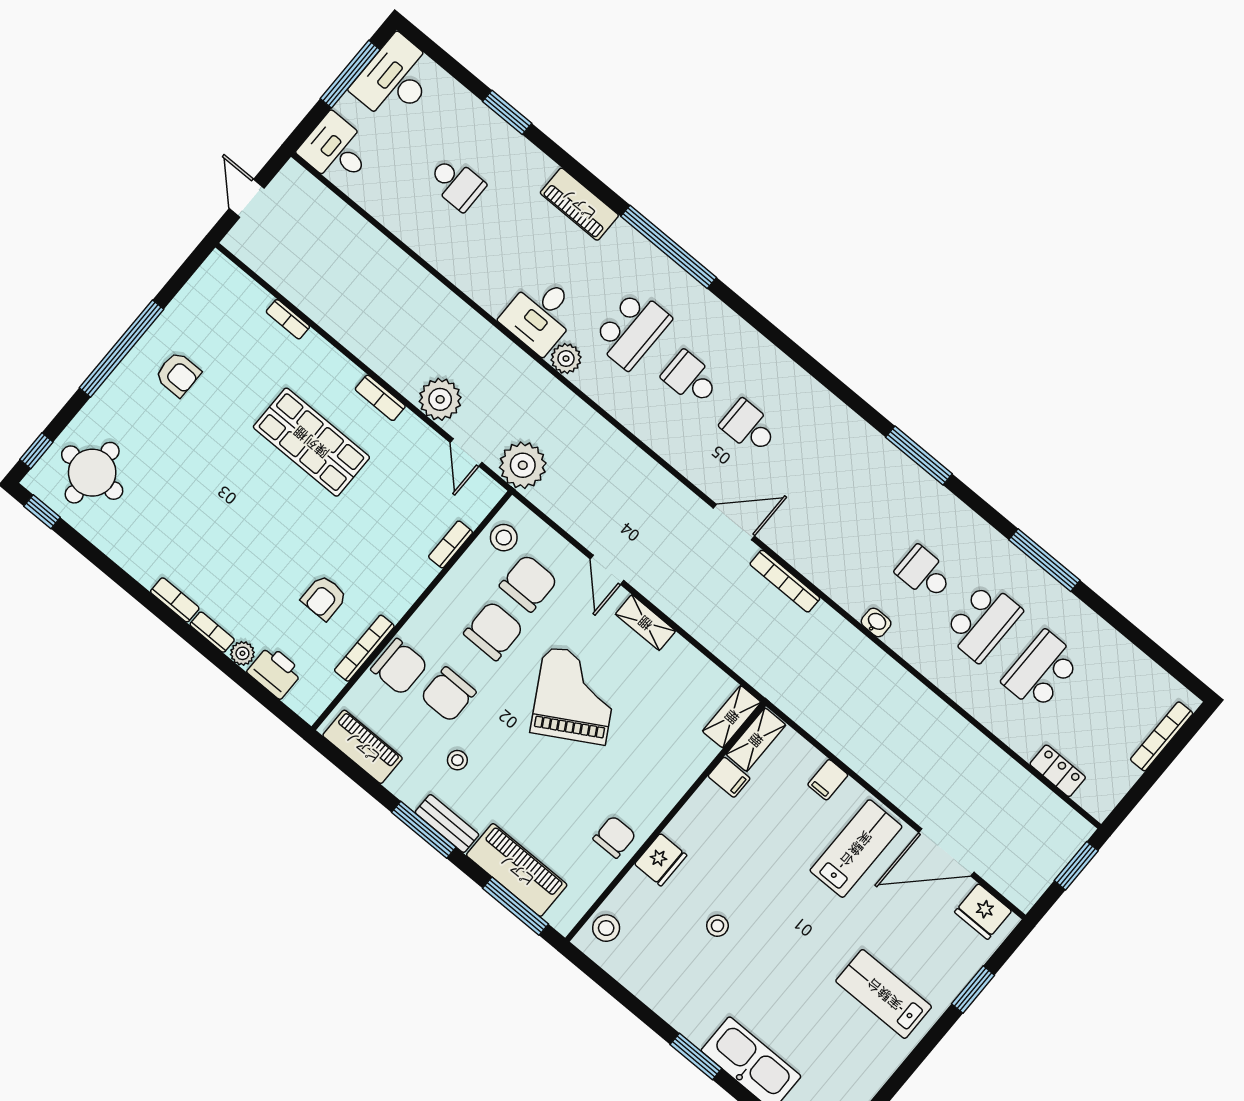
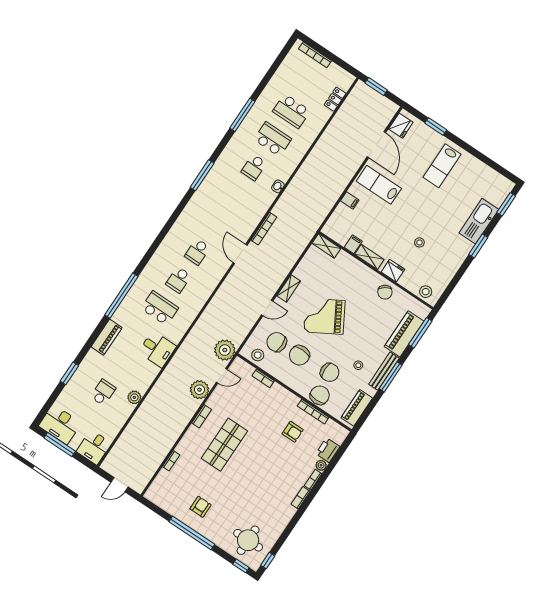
plant: (566, 359) -> (134, 397), moved
chair: (494, 631) -> (299, 355), turned -90
shelving: (756, 740) -> (369, 257), moved
bench: (447, 823) -> (384, 371), width x1.36
chair: (614, 837) -> (385, 292), turned -125

